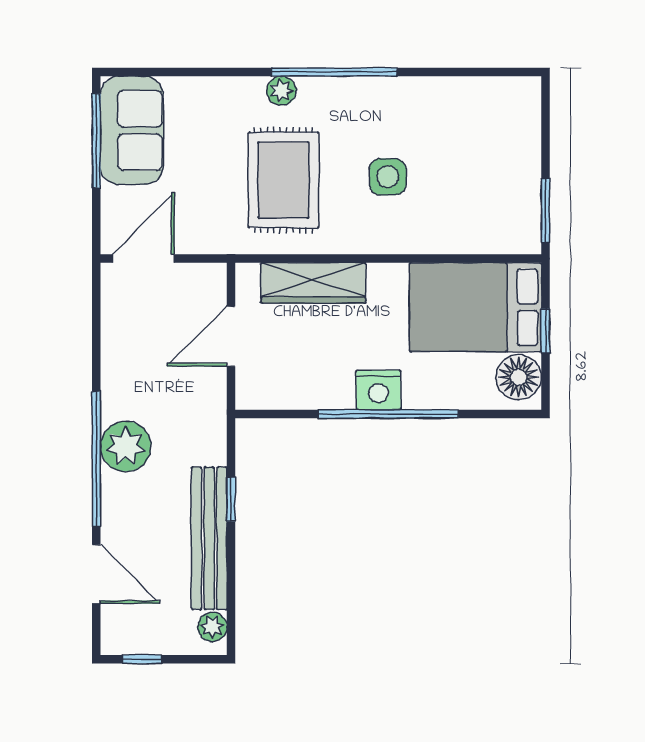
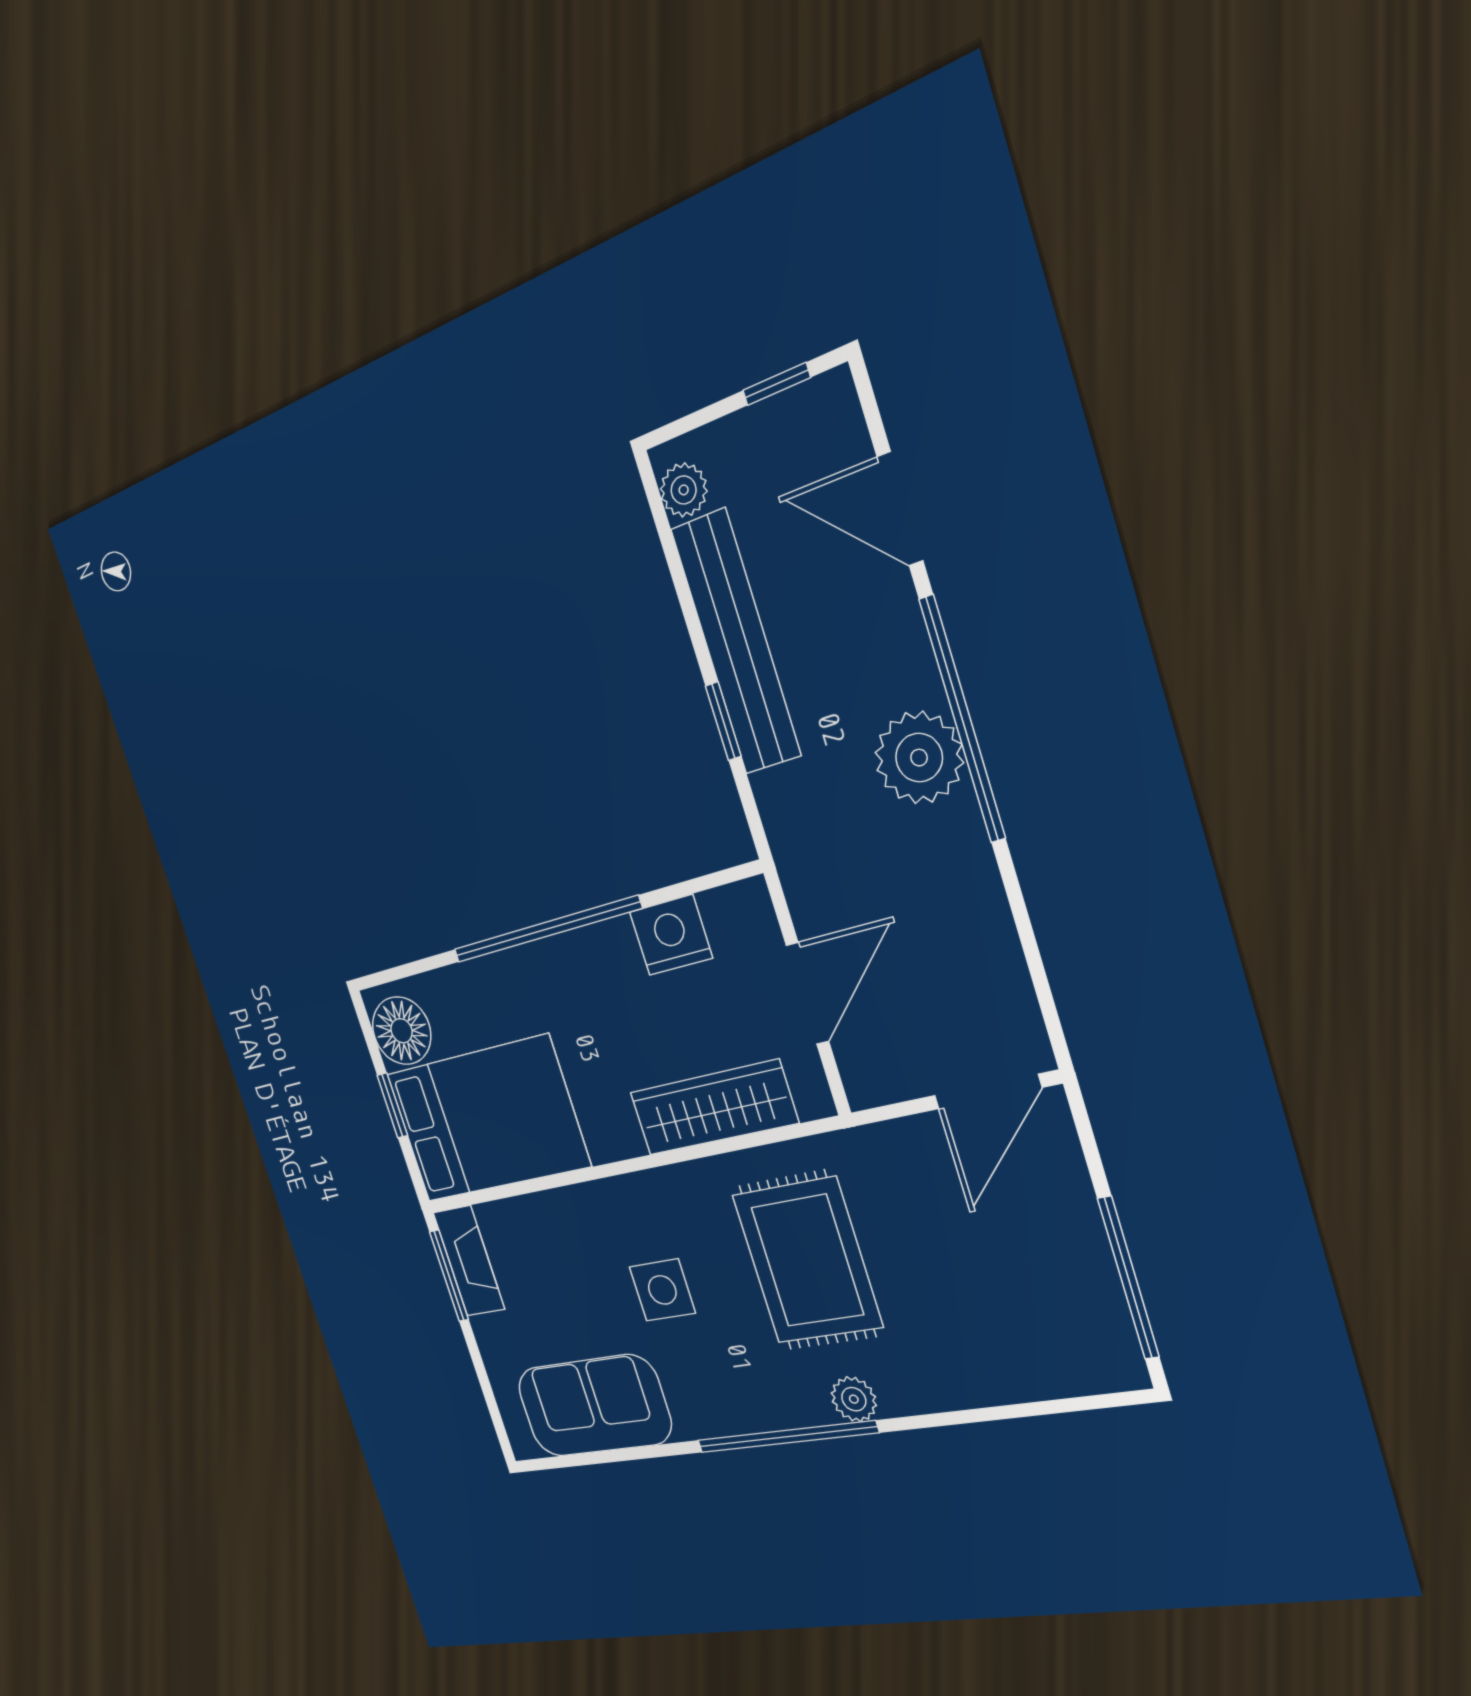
sofa: (132, 130) -> (594, 1406), moved, turned 90
fireplace: (526, 218) -> (469, 1261), added
nightstand: (378, 390) -> (671, 935), moved

